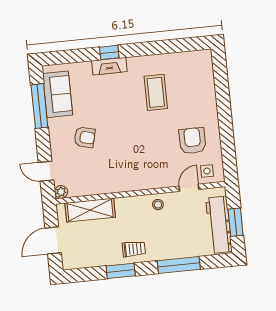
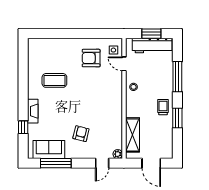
window: (109, 52) -> (23, 127), moved

